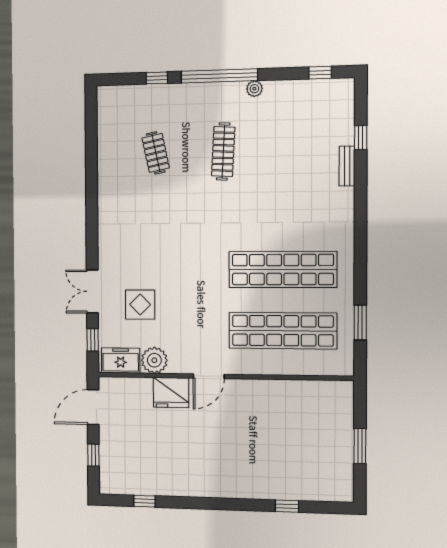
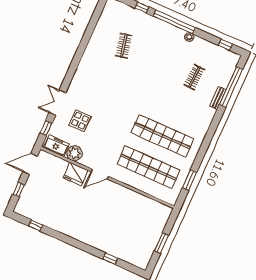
window: (361, 138) -> (231, 87), width x3.17
clothes rail: (223, 152) -> (194, 77), moved, width x0.73

